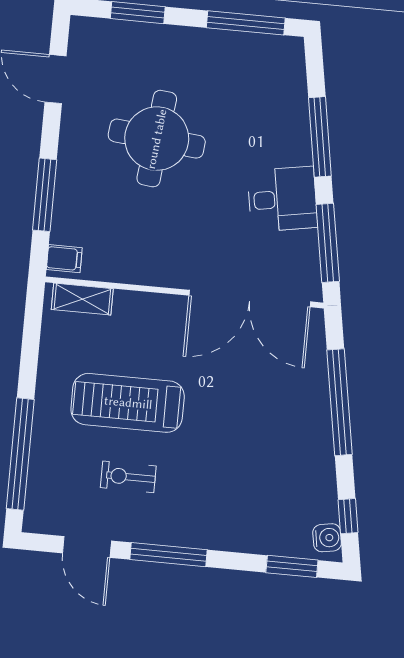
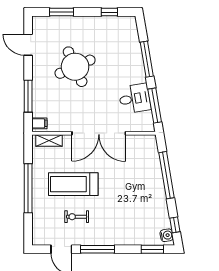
window: (246, 23) -> (109, 12), width x0.46
round table: (157, 139) -> (75, 67), turned -30
desk: (282, 199) -> (135, 99), moved
double door: (250, 299) -> (99, 133), moved
window: (20, 454) -> (28, 188), moved

